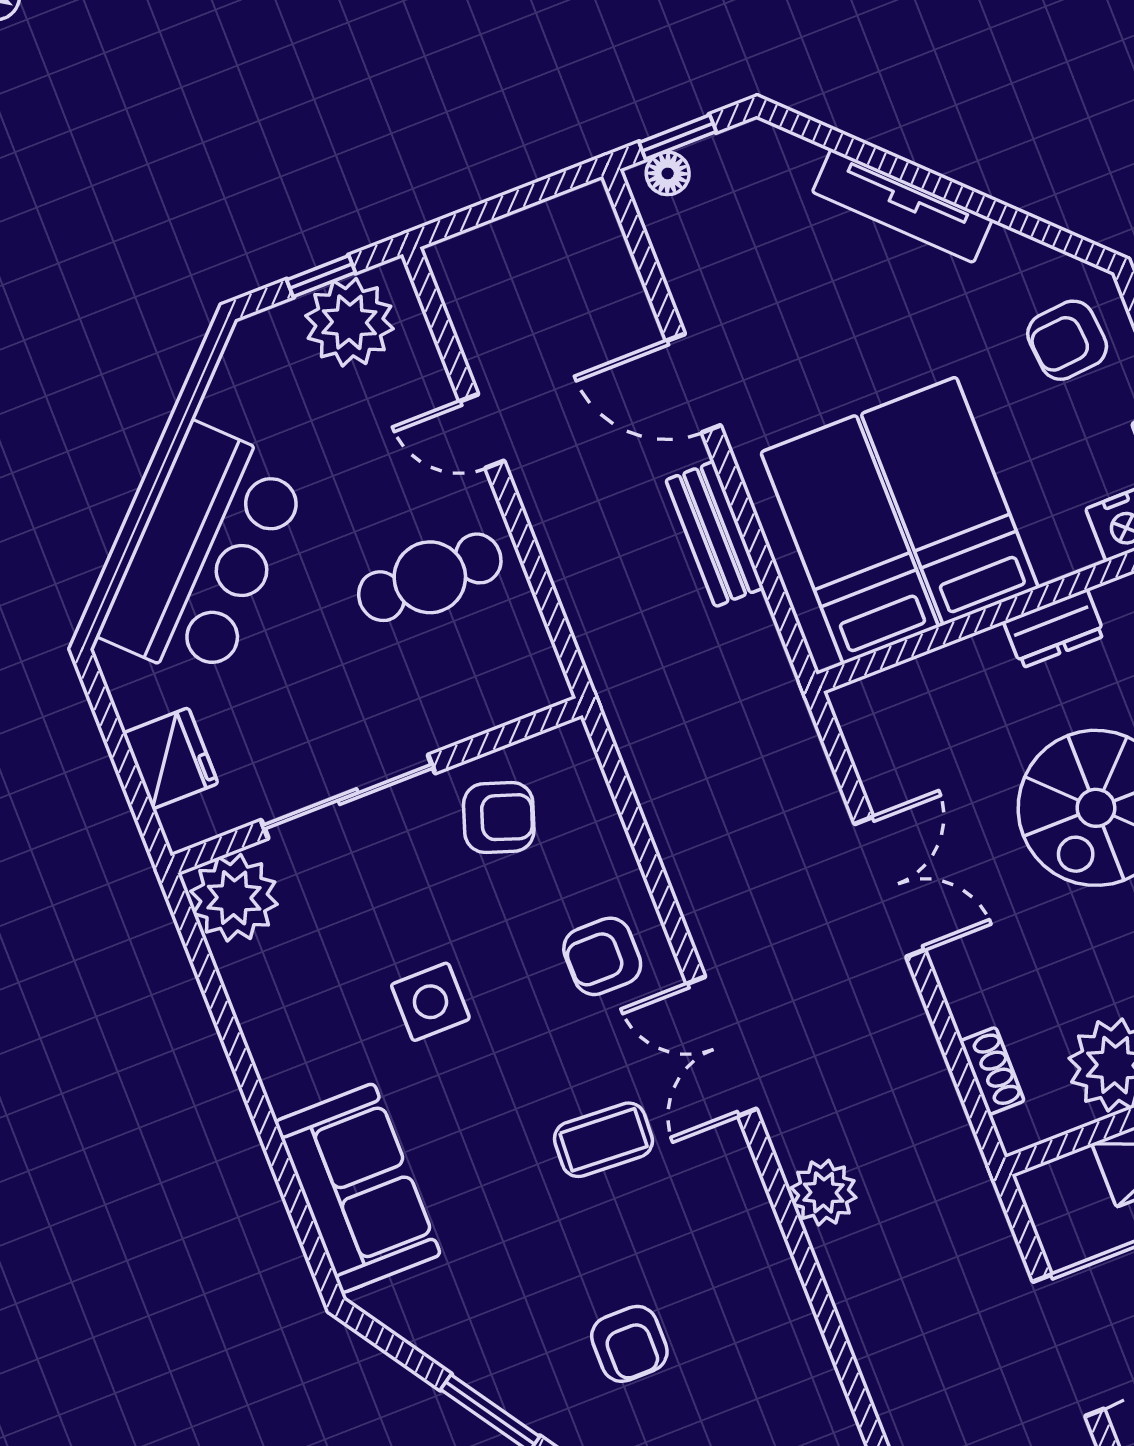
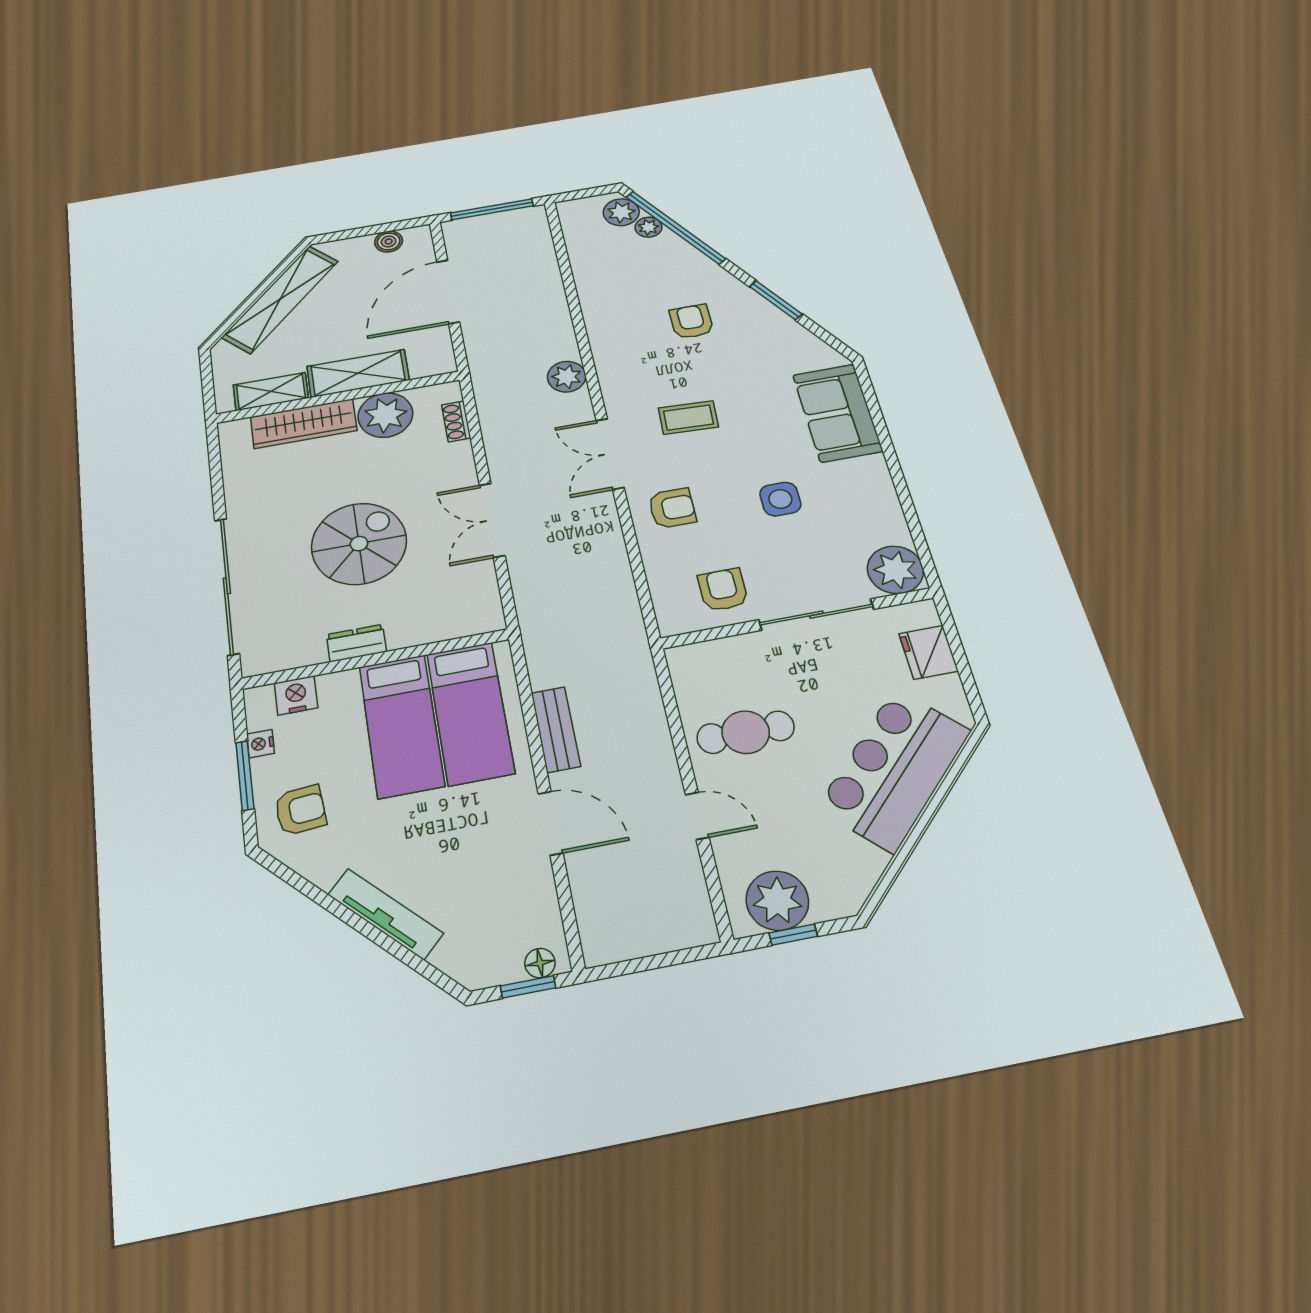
armchair: (499, 818) -> (723, 590), turned 71
double door: (722, 1046) -> (610, 454), swing flipped

